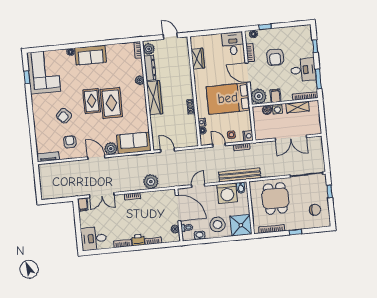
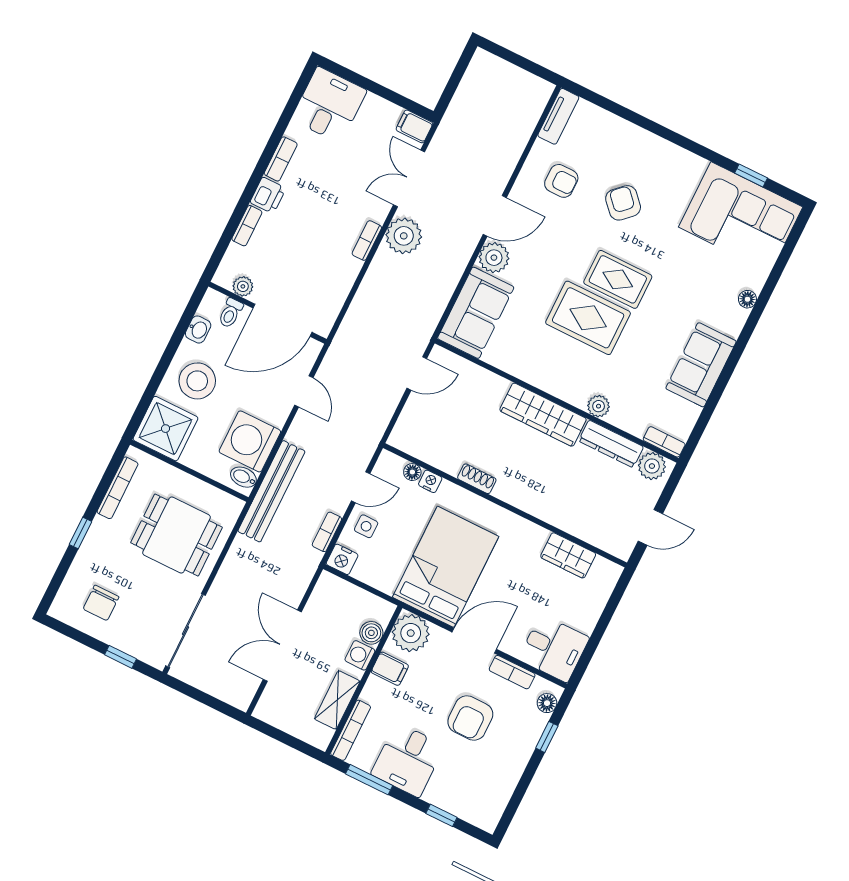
sofa: (90, 55) -> (701, 365), moved
armchair: (275, 57) -> (470, 718), turned -90
plant: (151, 182) -> (404, 236), moved

